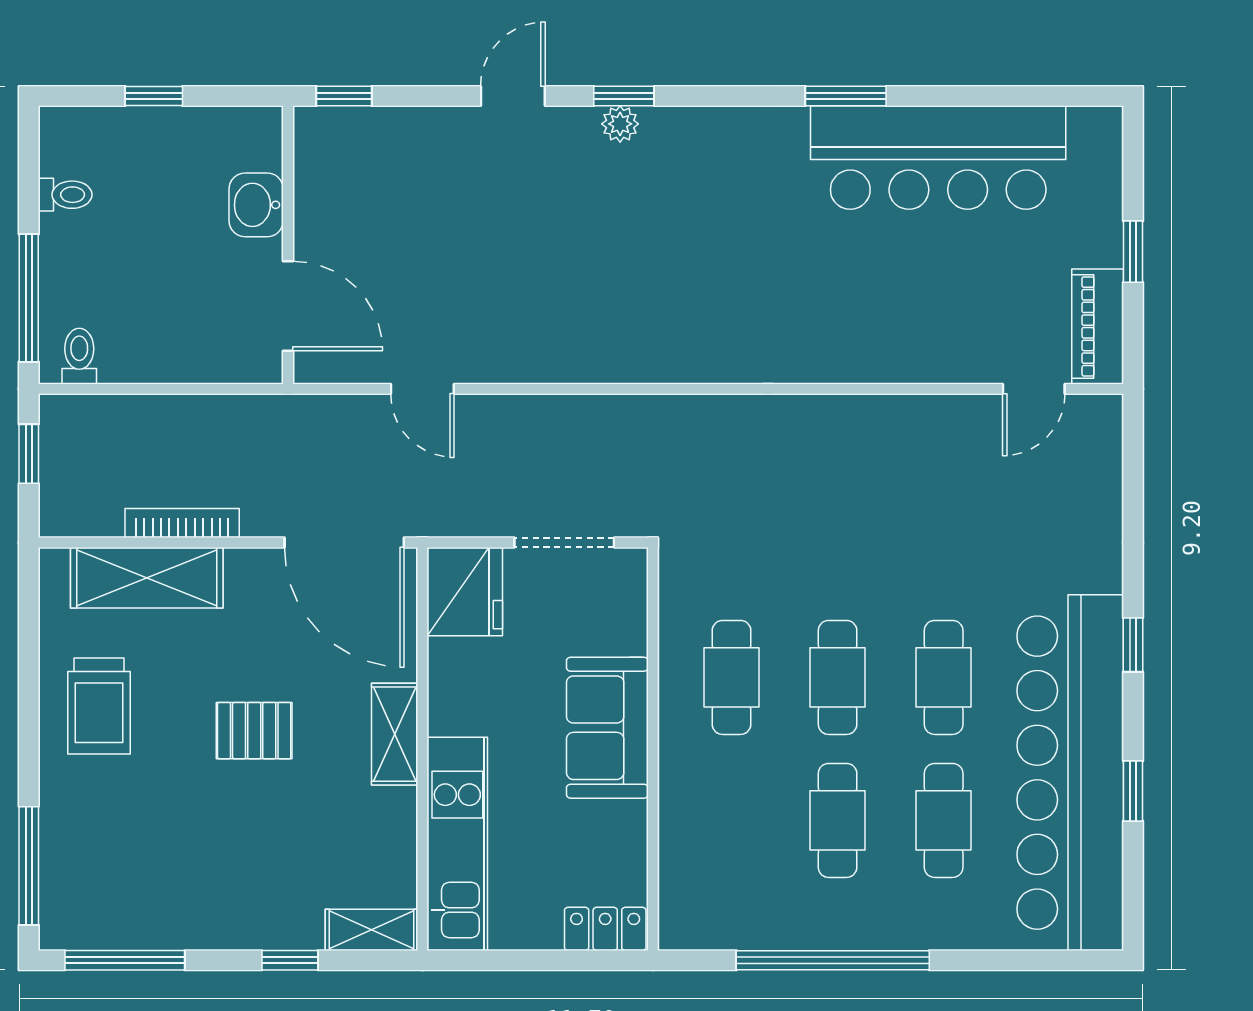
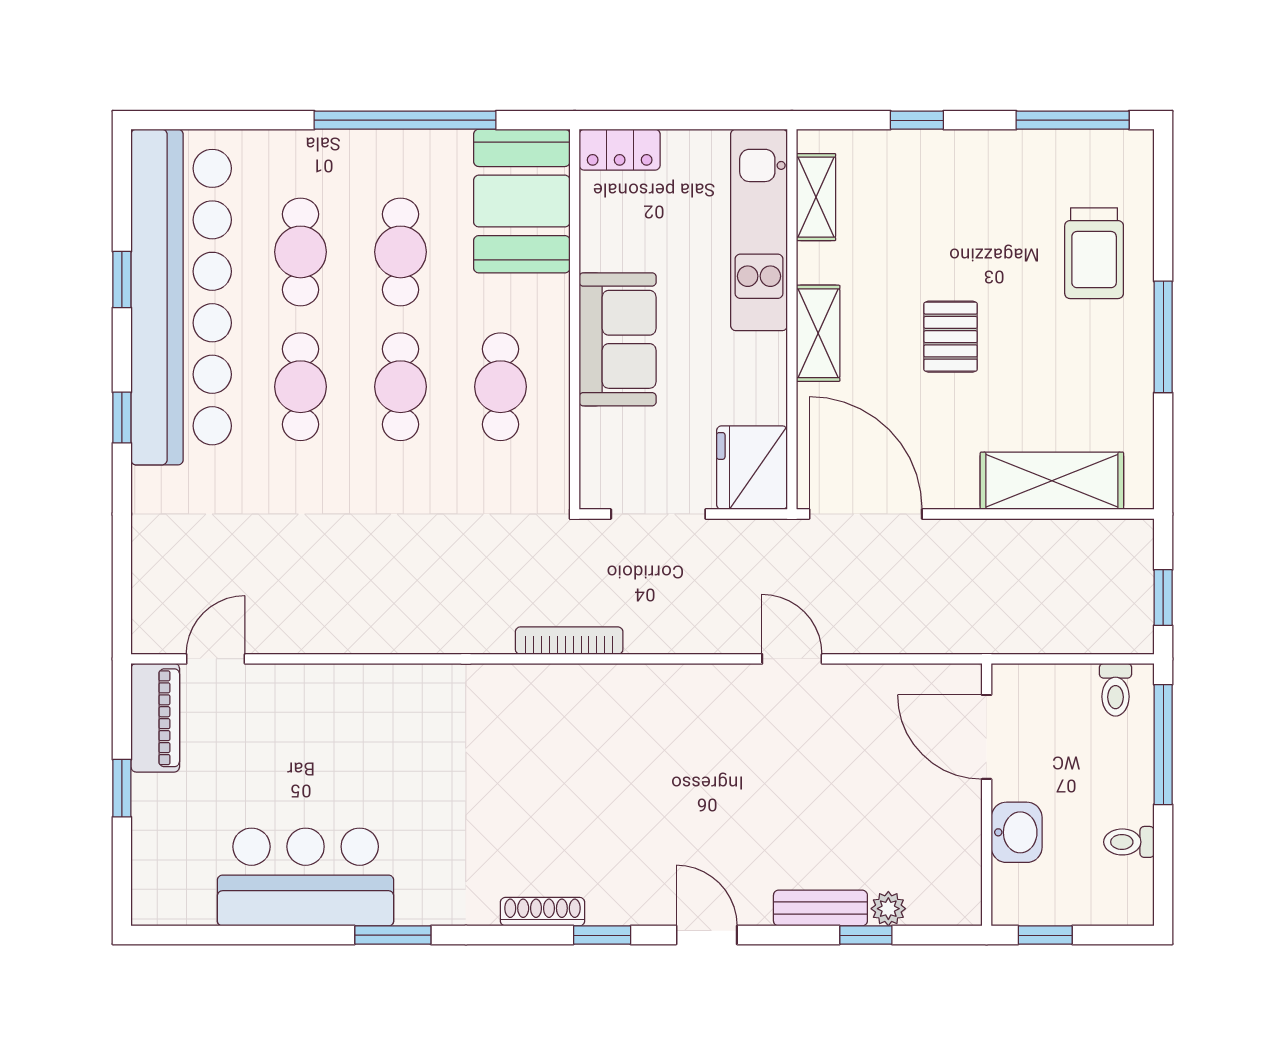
door: (513, 96) -> (707, 935), swing flipped
shoe rack: (687, 121) -> (543, 912), added
plant: (620, 124) -> (888, 909), moved
bench: (392, 125) -> (820, 908), added
bar counter: (938, 157) -> (306, 877), width x0.73
washbasin: (256, 205) -> (1017, 832), moved
wall: (288, 245) -> (987, 795), moved
door: (288, 306) -> (987, 737), moved
bookcase: (182, 523) -> (569, 641), moved, turned 180
trolley: (99, 706) -> (1094, 253), moved, turned 180
pallet: (254, 731) -> (951, 337), turned 90
window: (29, 866) -> (1163, 337), moved
booth: (709, 874) -> (522, 201), added
shelving: (371, 930) -> (816, 197), moved, turned 90

